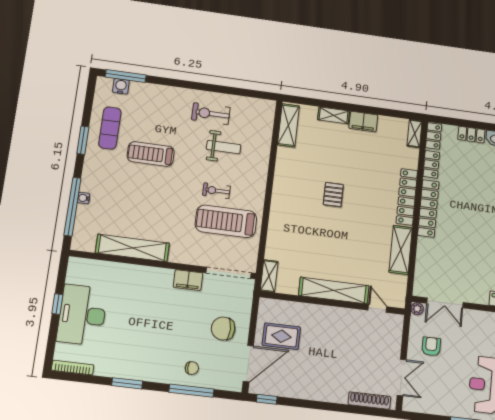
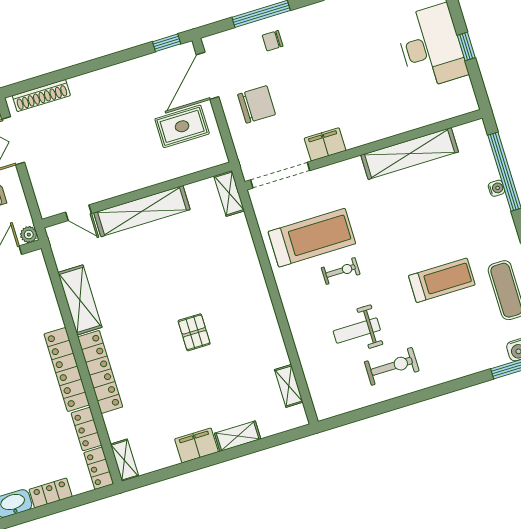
shelving: (288, 125) -> (289, 386), width x0.67, depth x0.75

